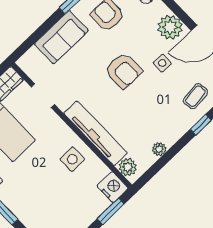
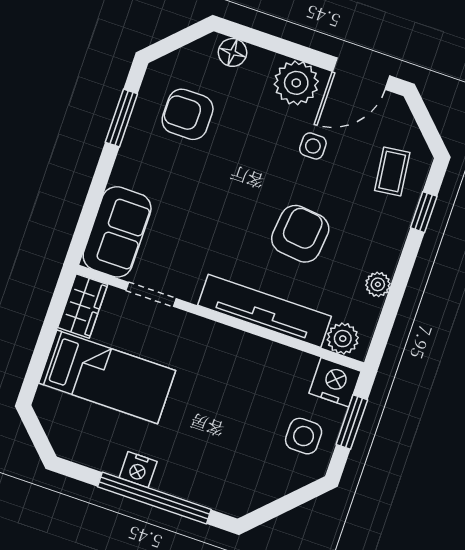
sofa: (61, 37) -> (117, 232), moved
armchair: (124, 71) -> (300, 234), moved, turned -84
side table: (72, 159) -> (304, 436), moved

